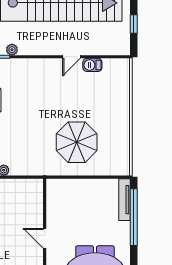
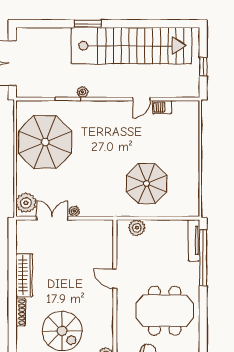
plant: (67, 187) -> (137, 228), added

